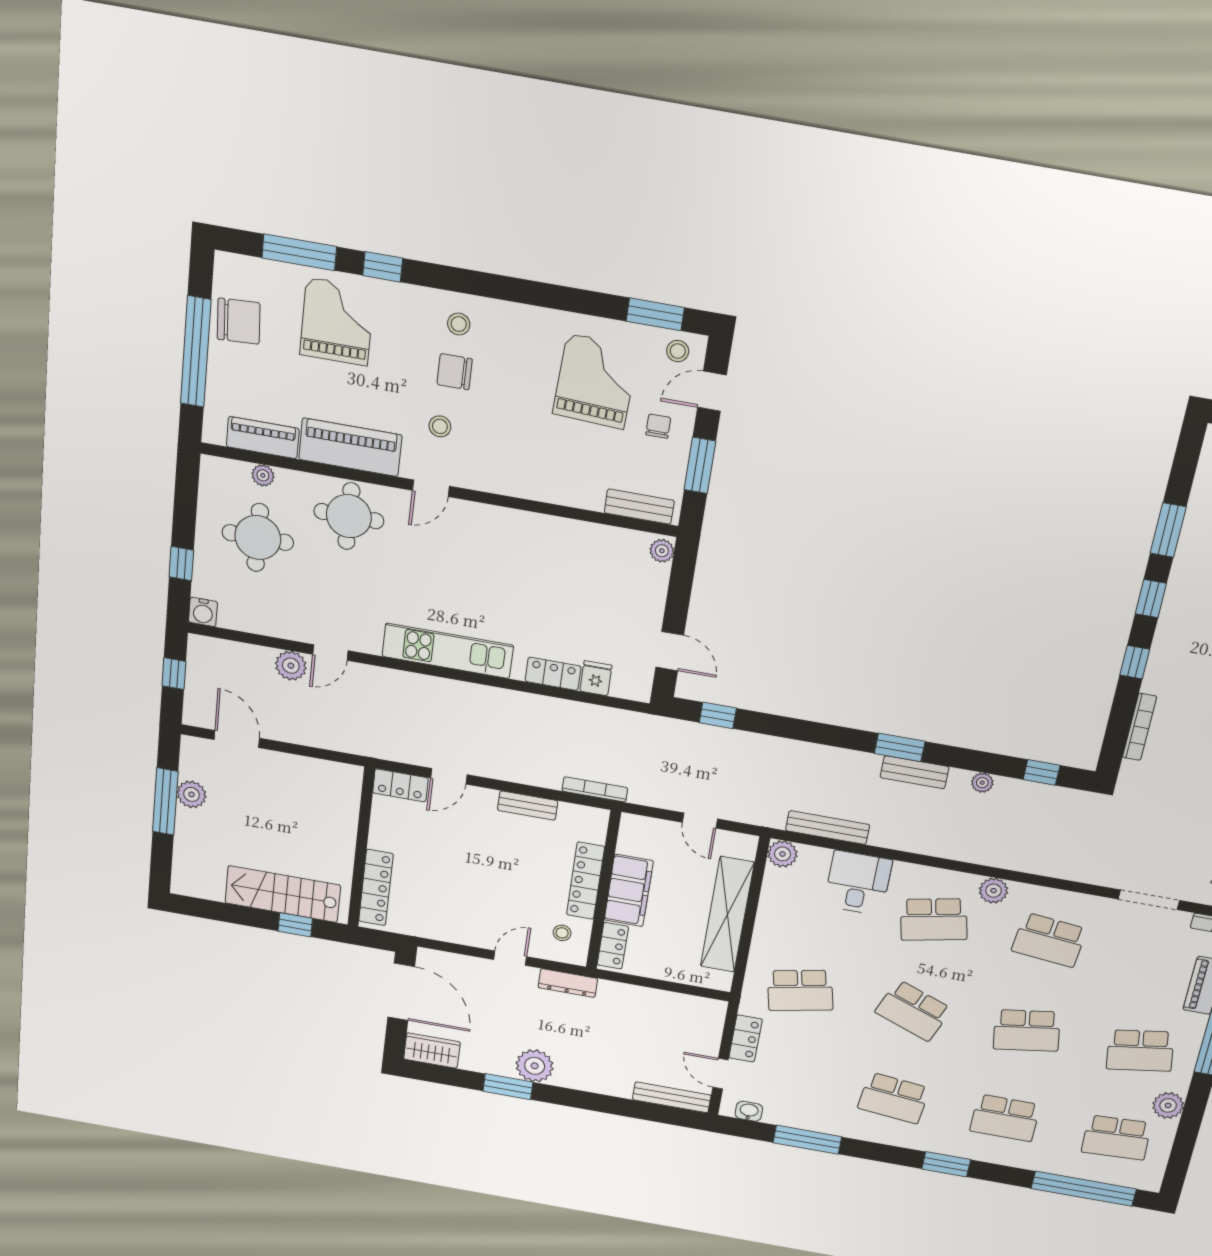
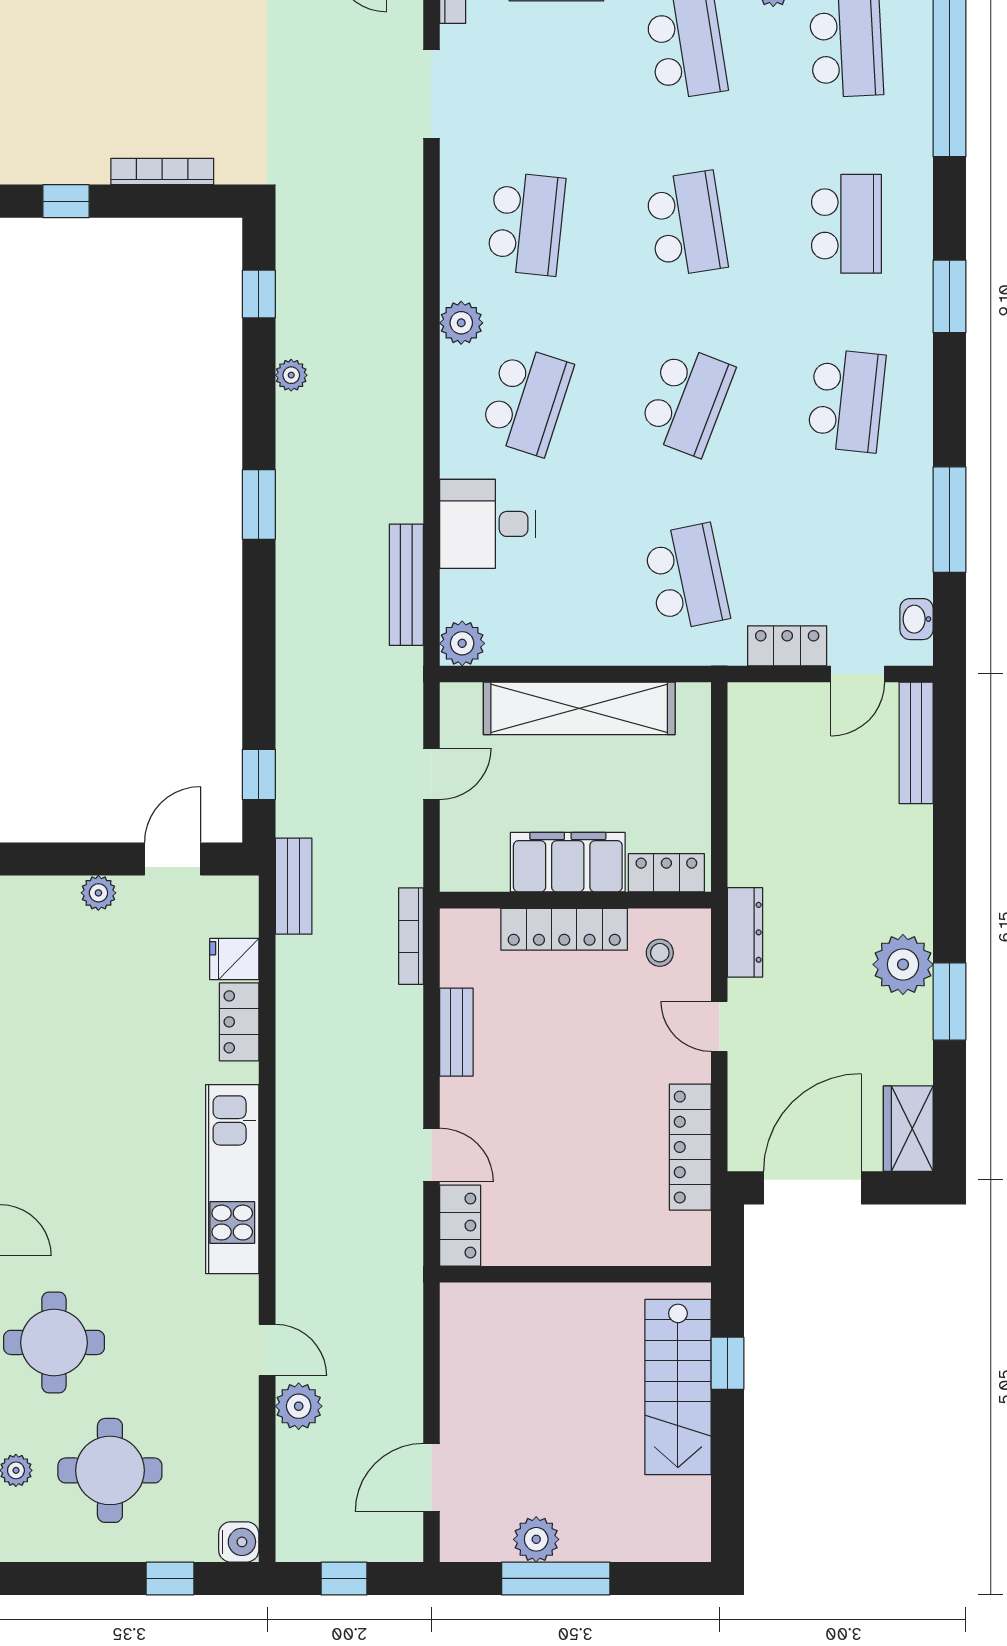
plant: (662, 551) -> (98, 893), moved
bench: (915, 772) -> (294, 886), moved
locker: (376, 888) -> (690, 1147), moved, turned -90
school desk: (934, 920) -> (526, 401), turned 30

